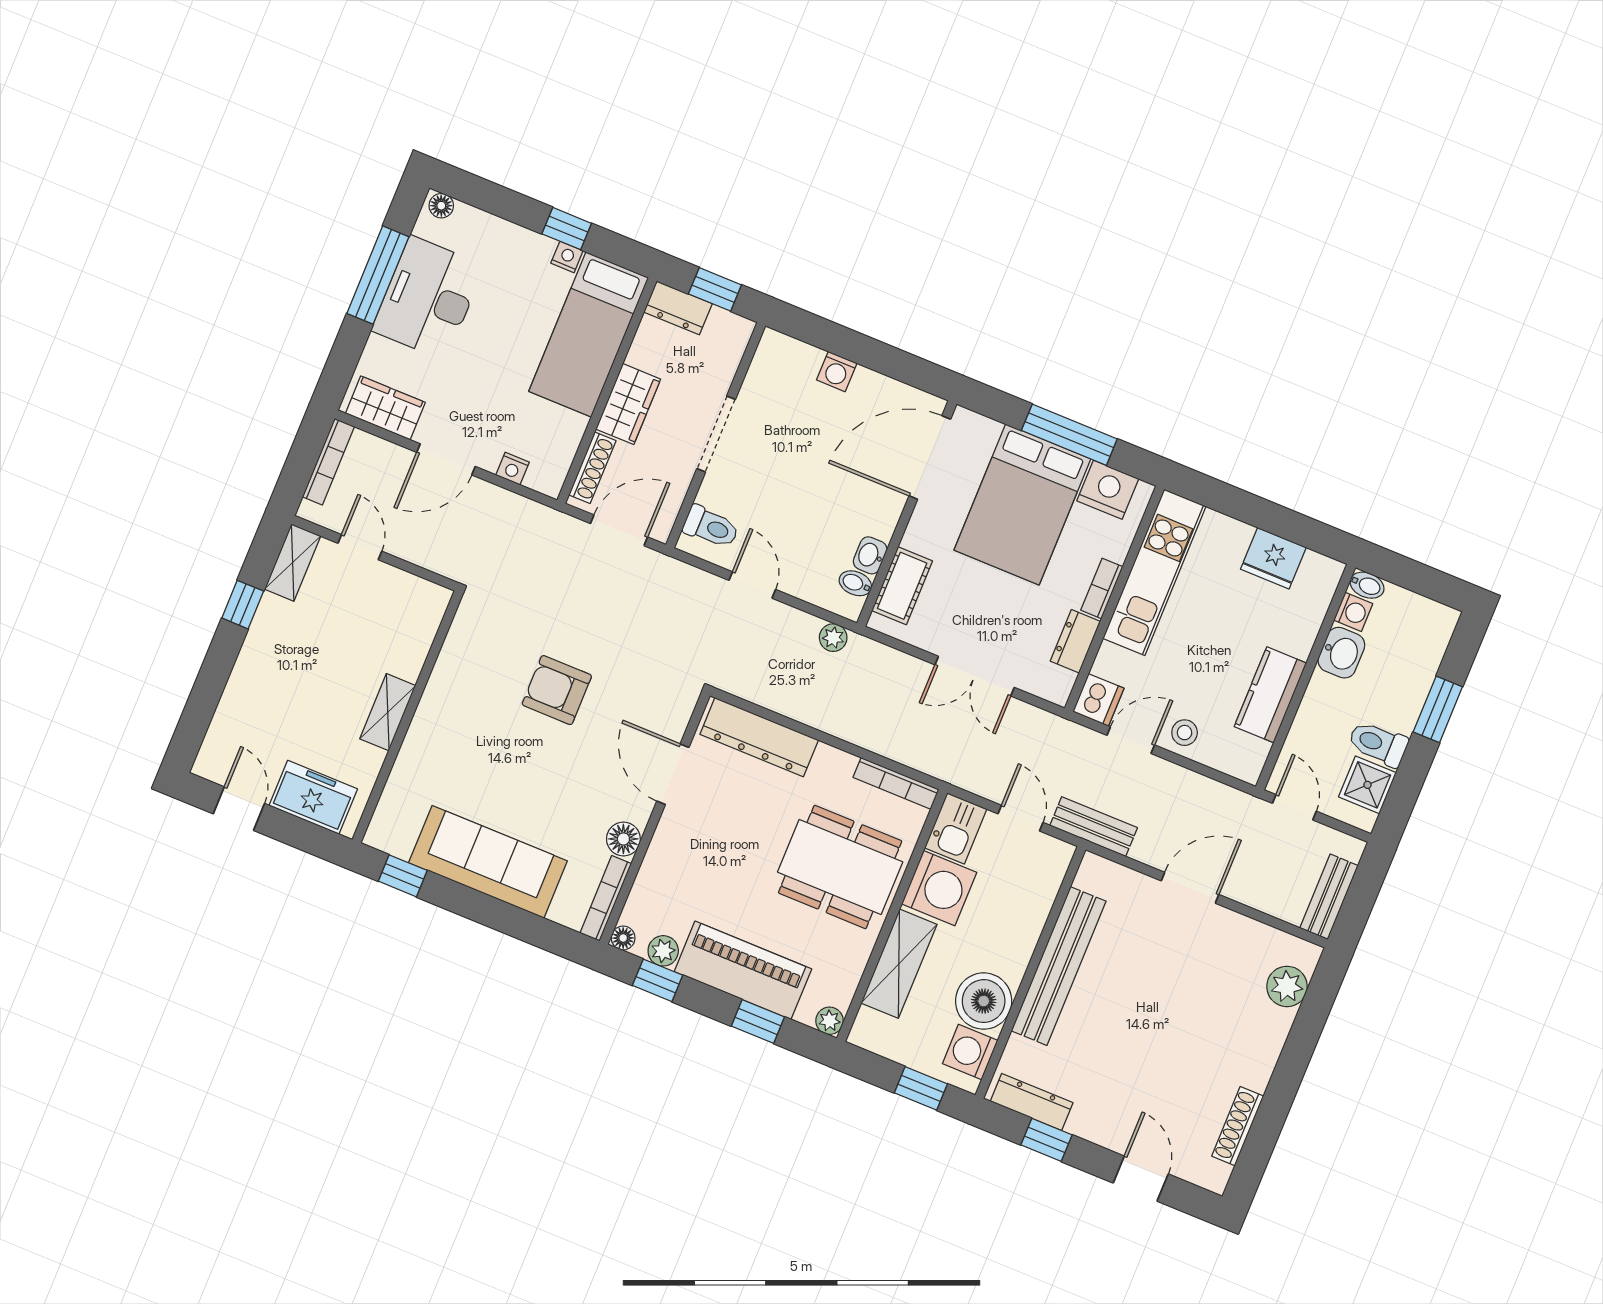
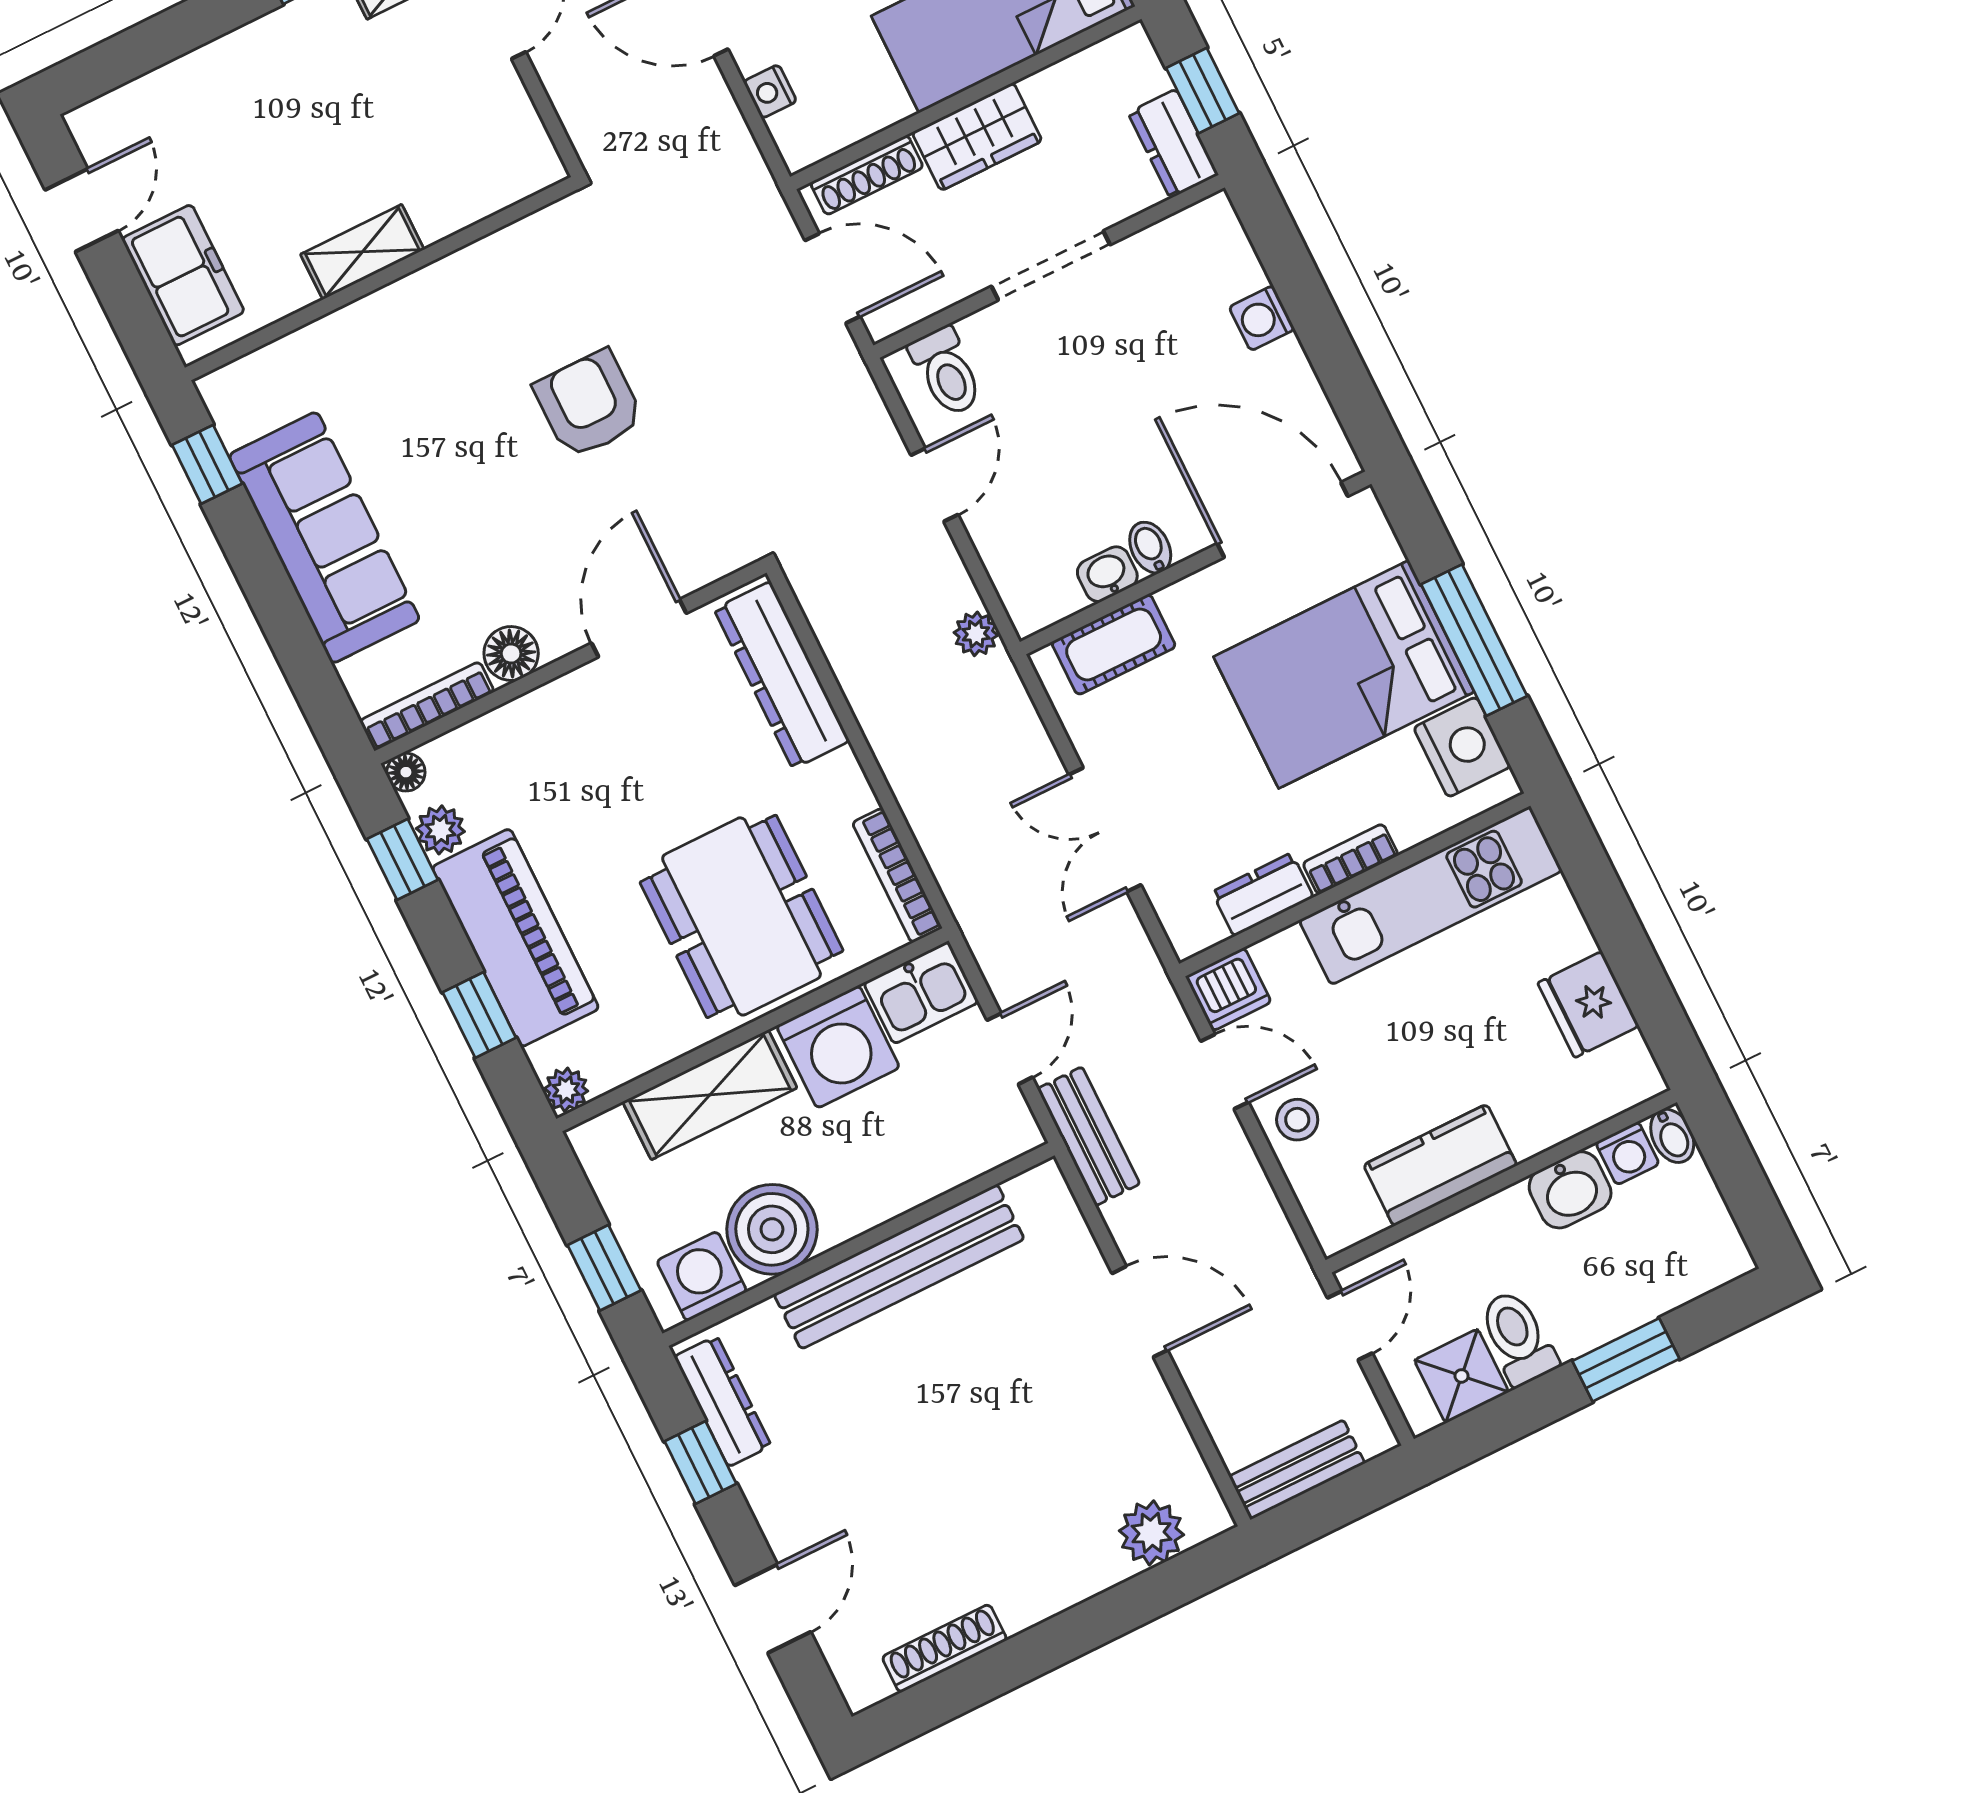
dresser: (678, 308) -> (1173, 144), moved
bidet: (855, 583) -> (1150, 548), moved

